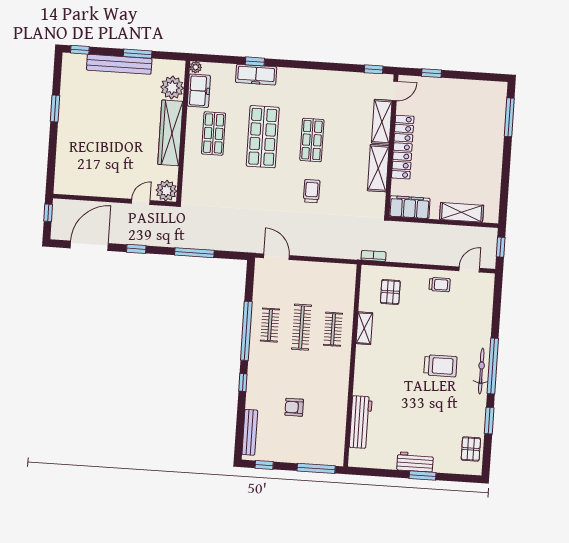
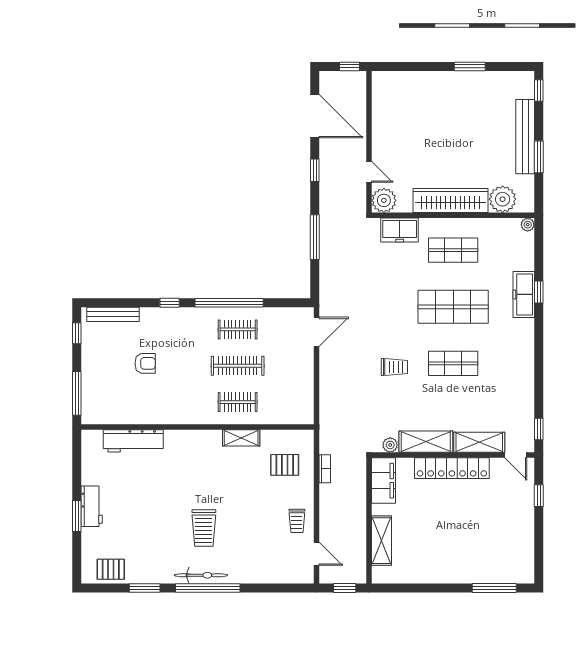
freezer: (199, 91) -> (400, 230), moved
plant: (379, 199) -> (390, 445), added
bookcase: (374, 256) -> (325, 469), moved
armchair: (294, 407) -> (145, 363), turned 90

